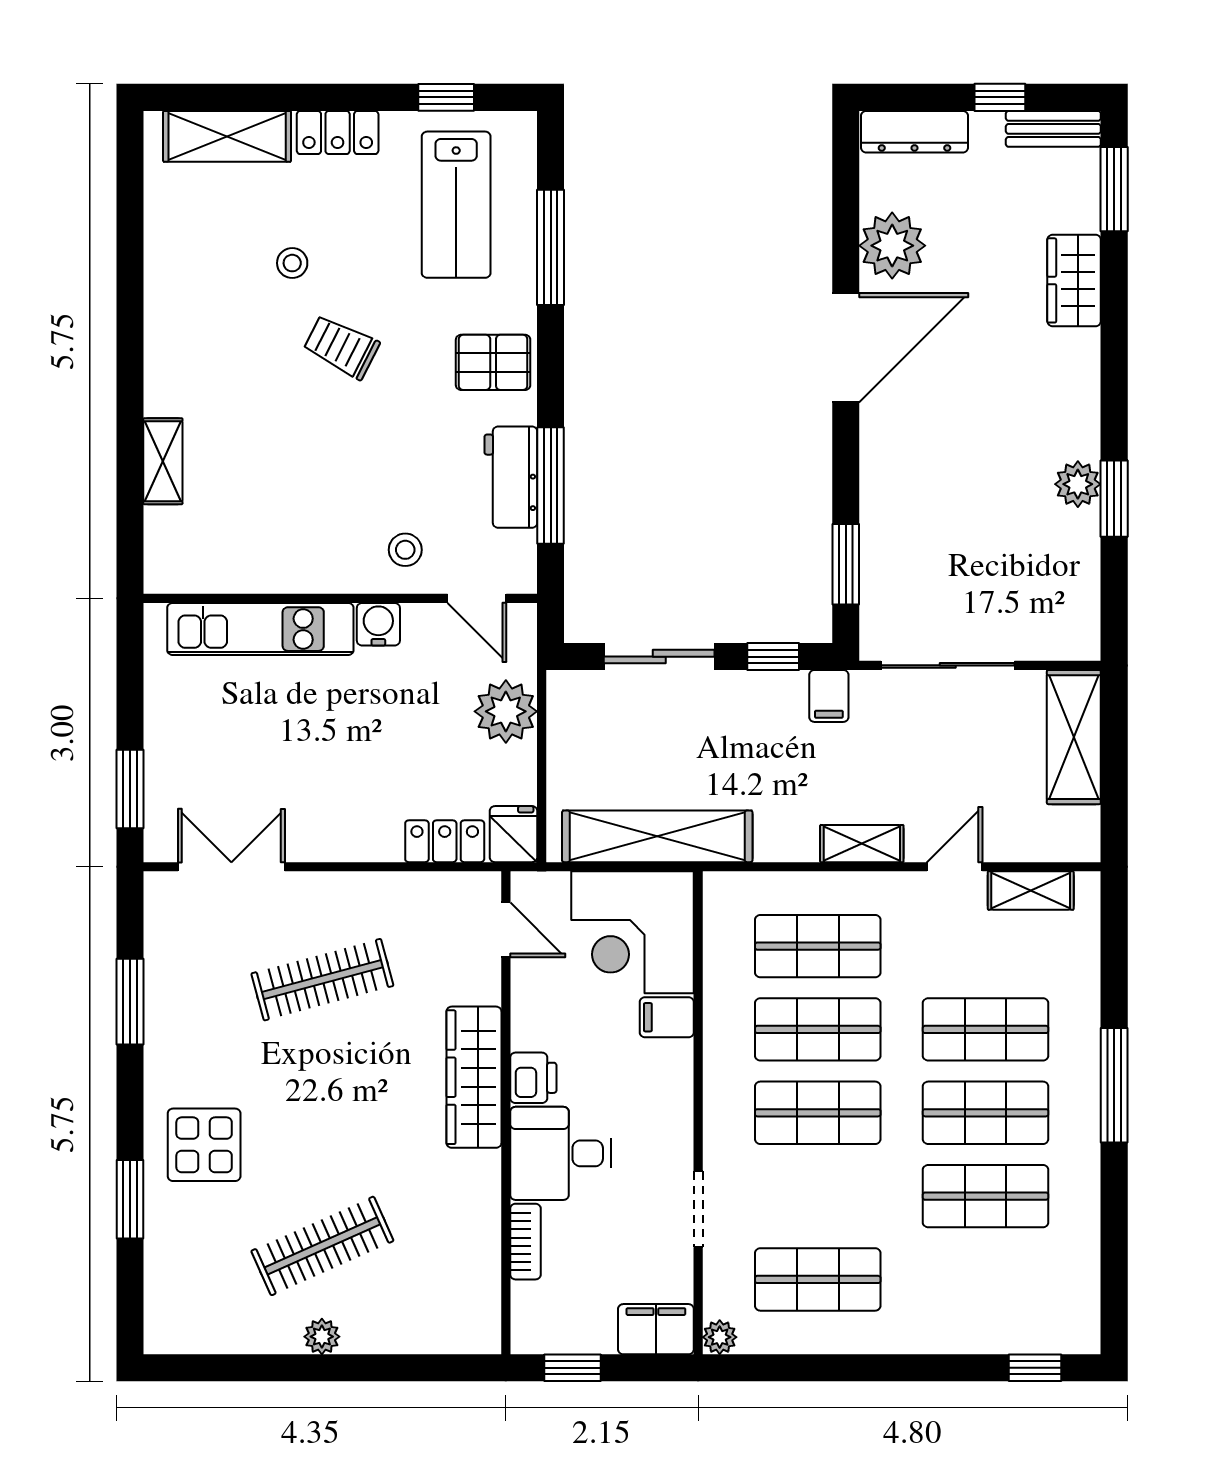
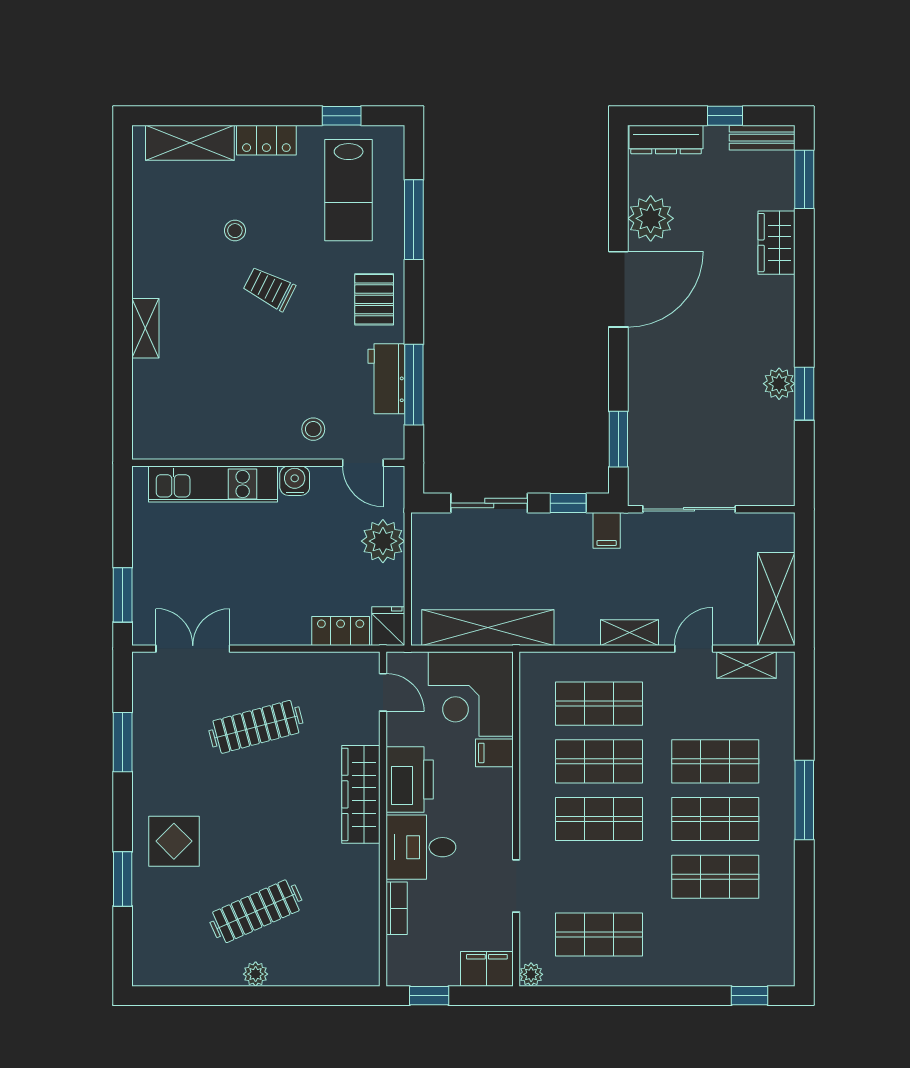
pallet: (493, 362) -> (374, 299), turned 90
shelving: (163, 461) -> (145, 328), moved
shelving: (1074, 737) -> (776, 599), moved
printer: (533, 1078) -> (410, 780), width x1.87, depth x1.48

